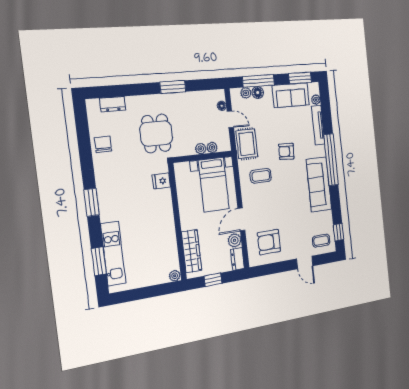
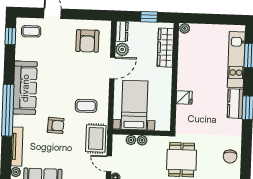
fridge: (161, 181) -> (184, 98), moved
kitchen counter: (107, 205) -> (235, 104), added
armchair: (269, 242) -> (87, 41), turned 90

